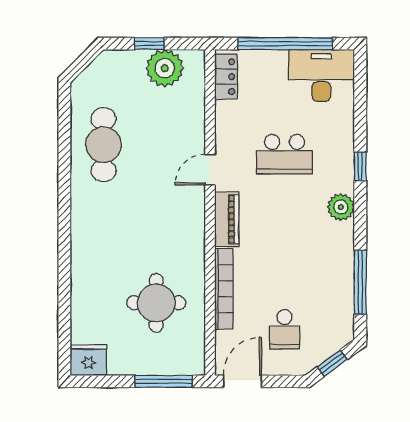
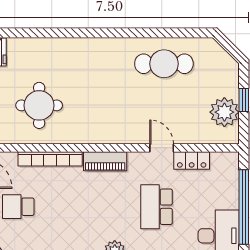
locker: (226, 77) -> (192, 160), moved
door: (210, 170) -> (162, 148), moved

